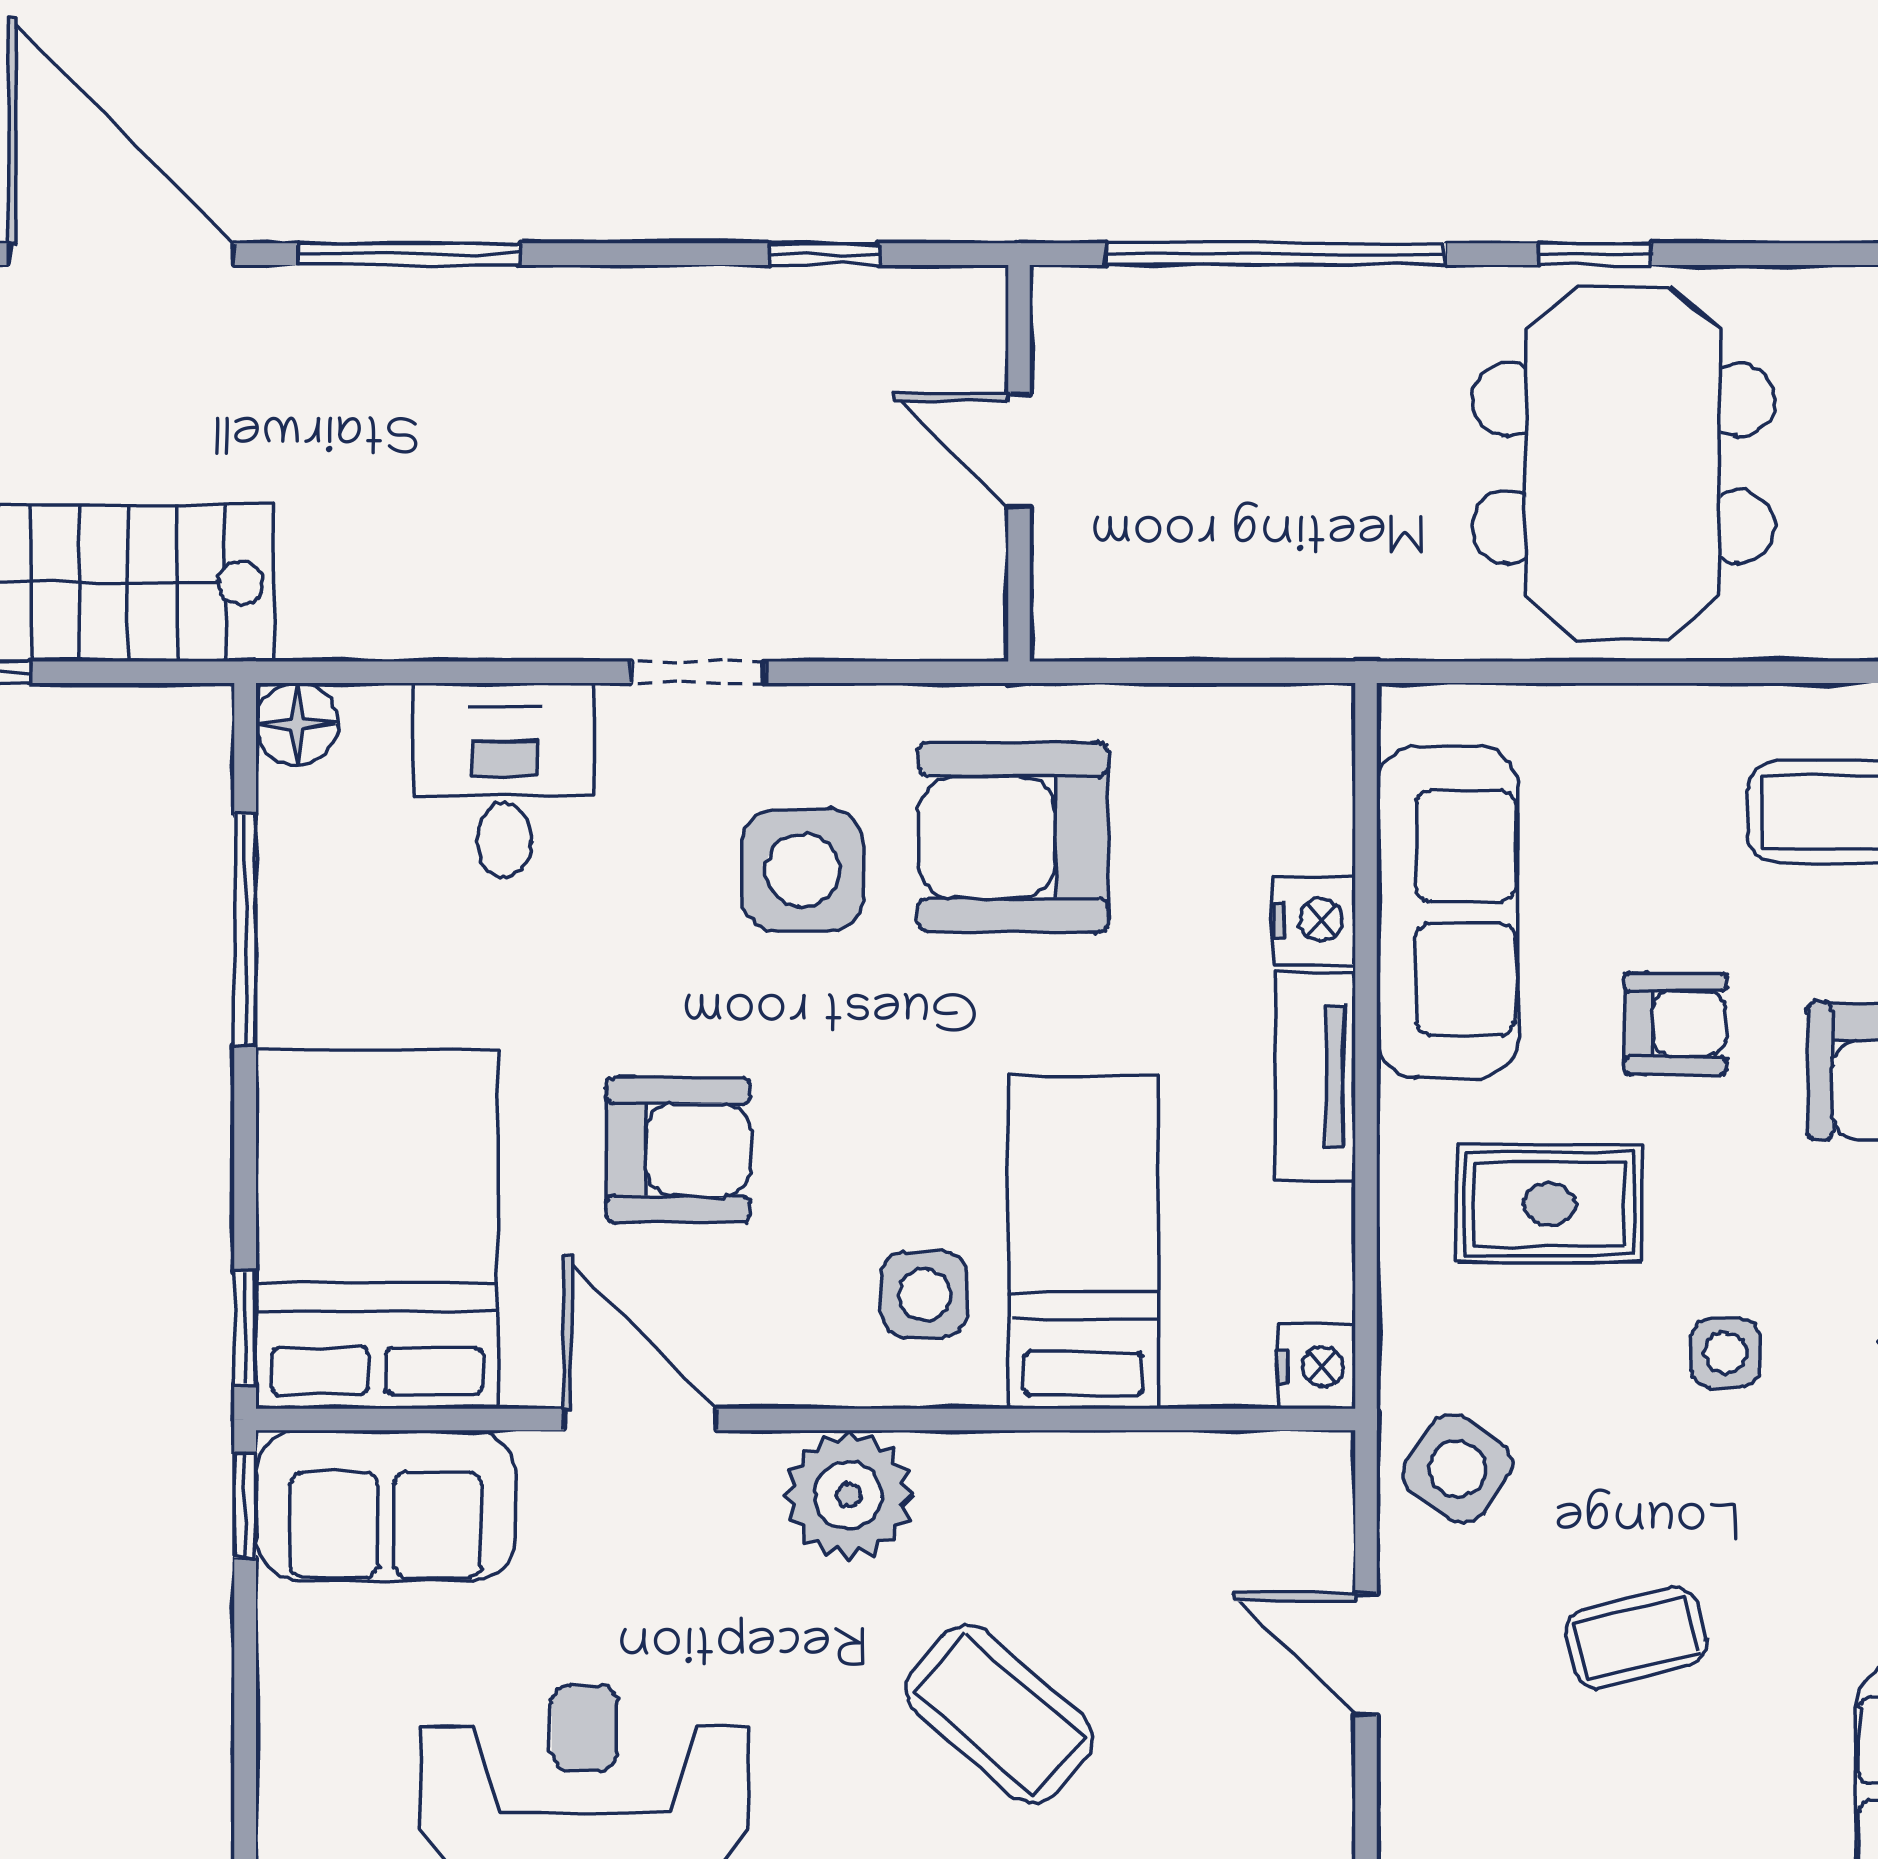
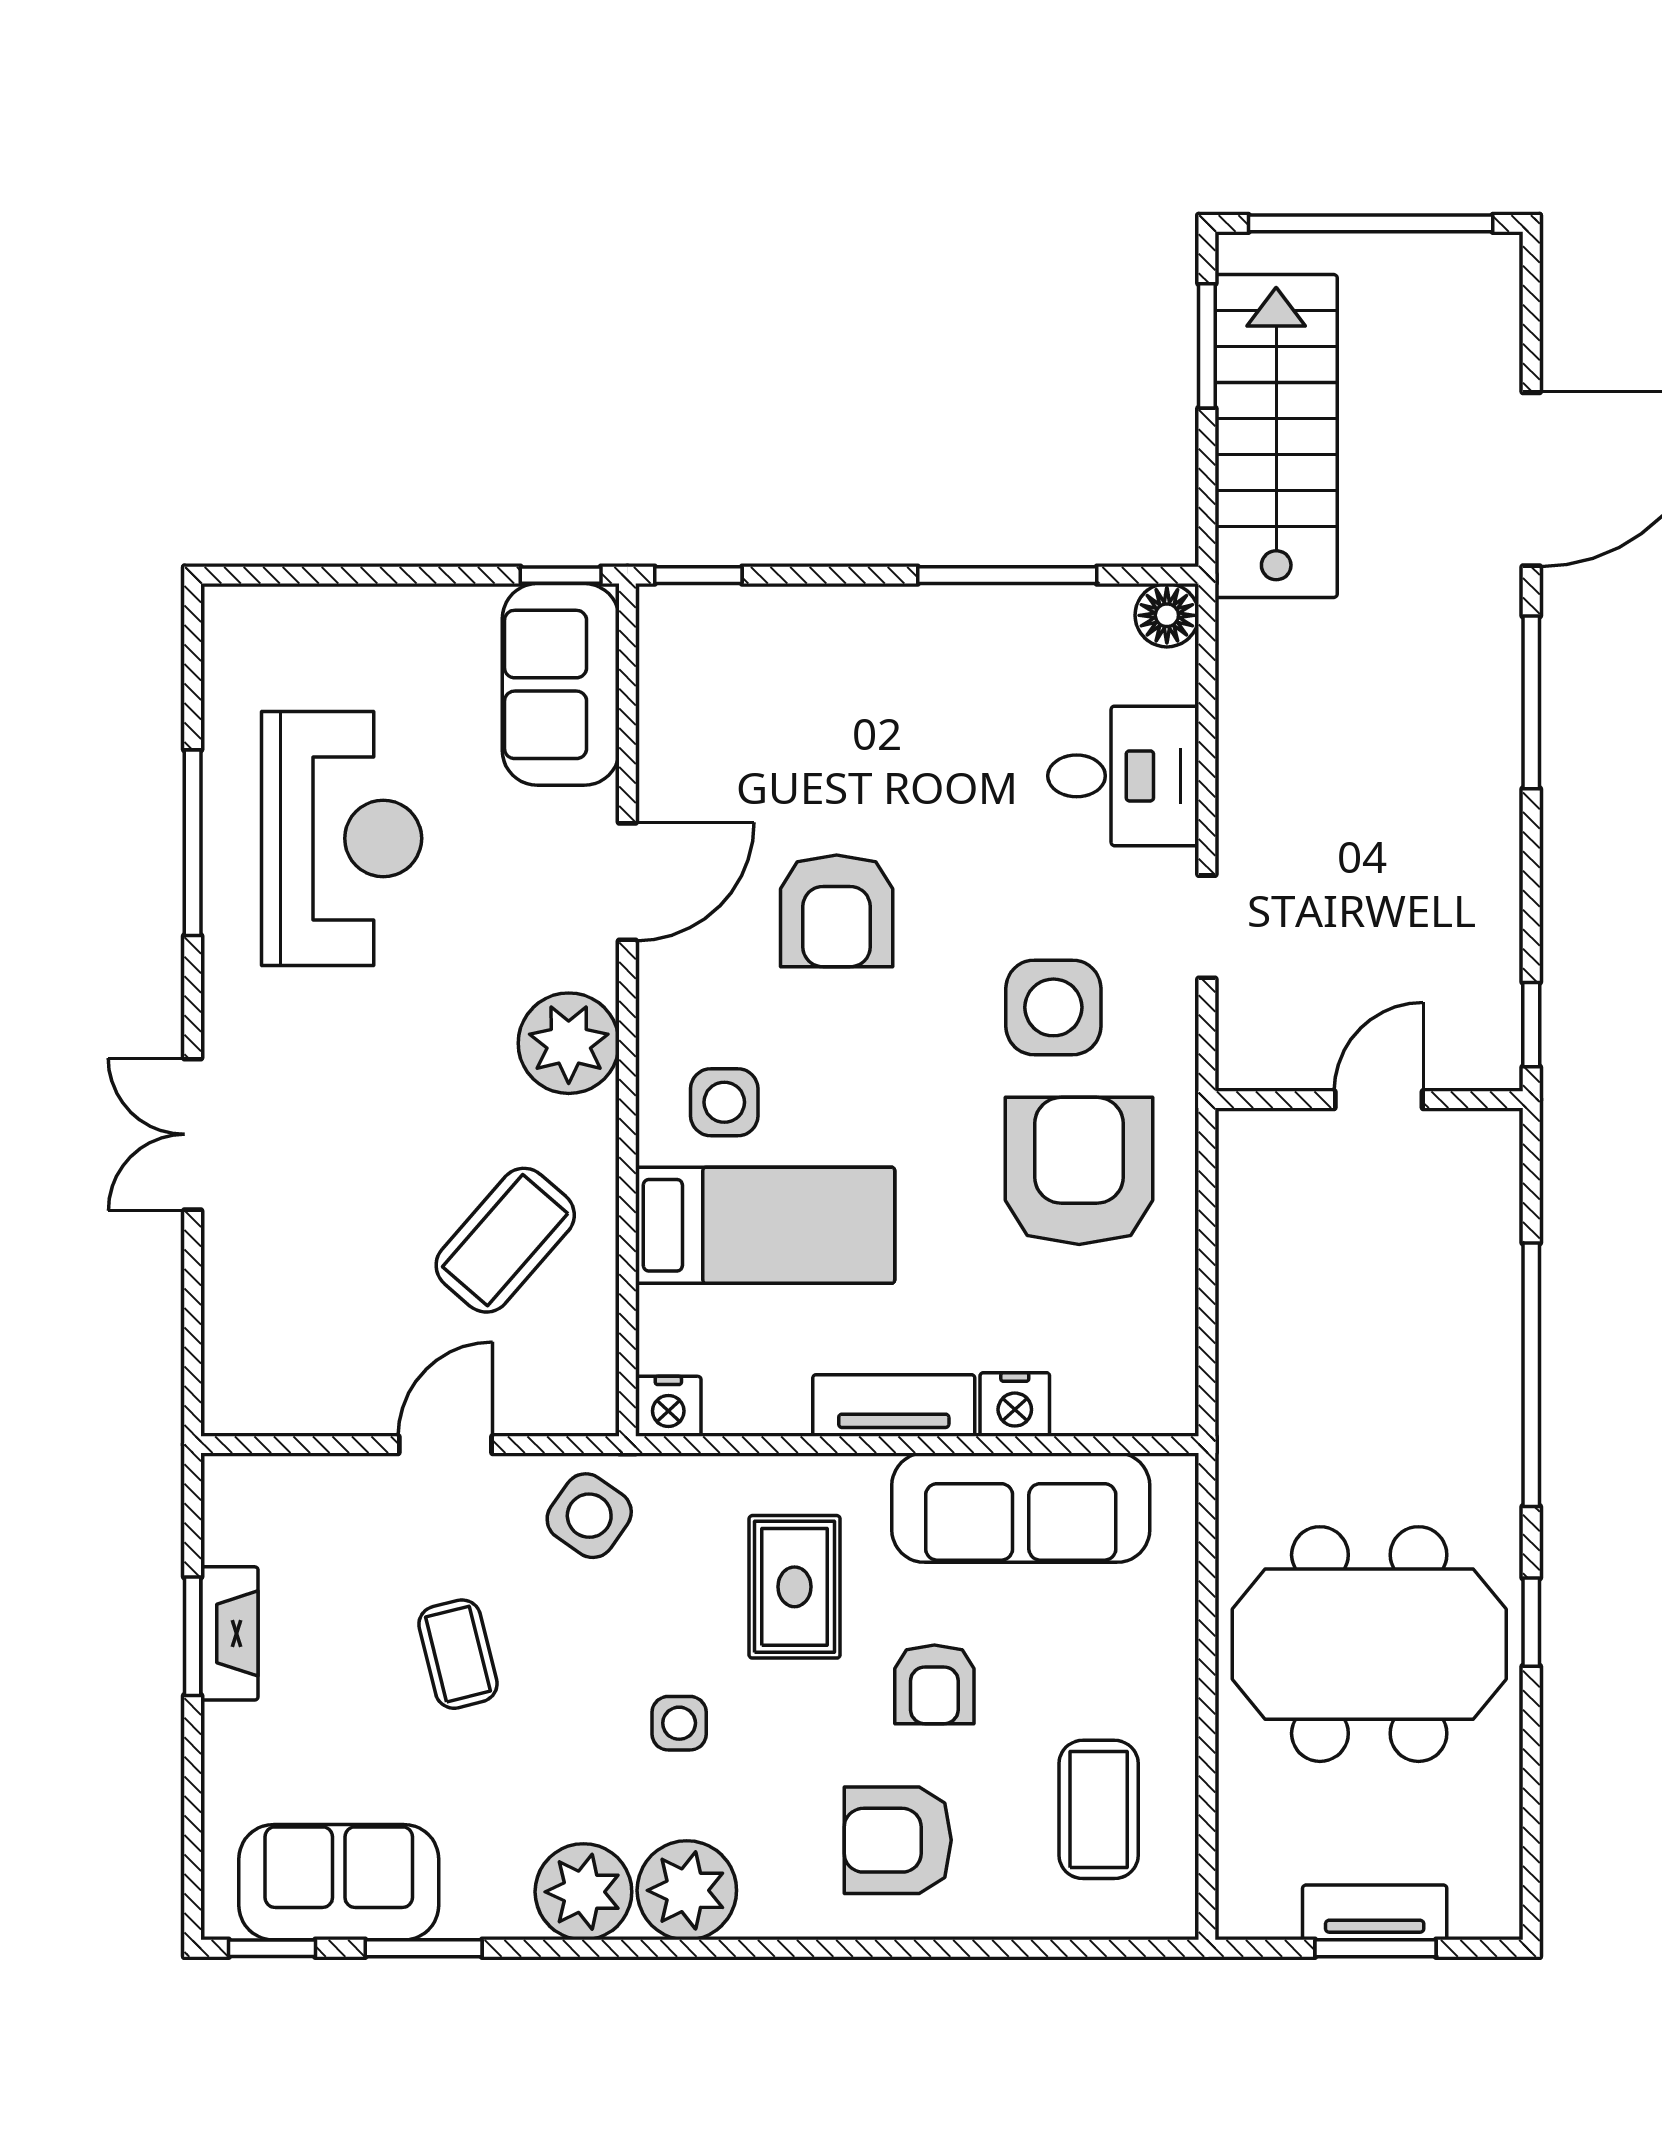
door: (1019, 451) -> (1379, 1100), moved
wall: (1019, 463) -> (1369, 1100), moved
bed: (377, 1229) -> (775, 678), removed
coffee table: (999, 1714) -> (505, 1240), moved

